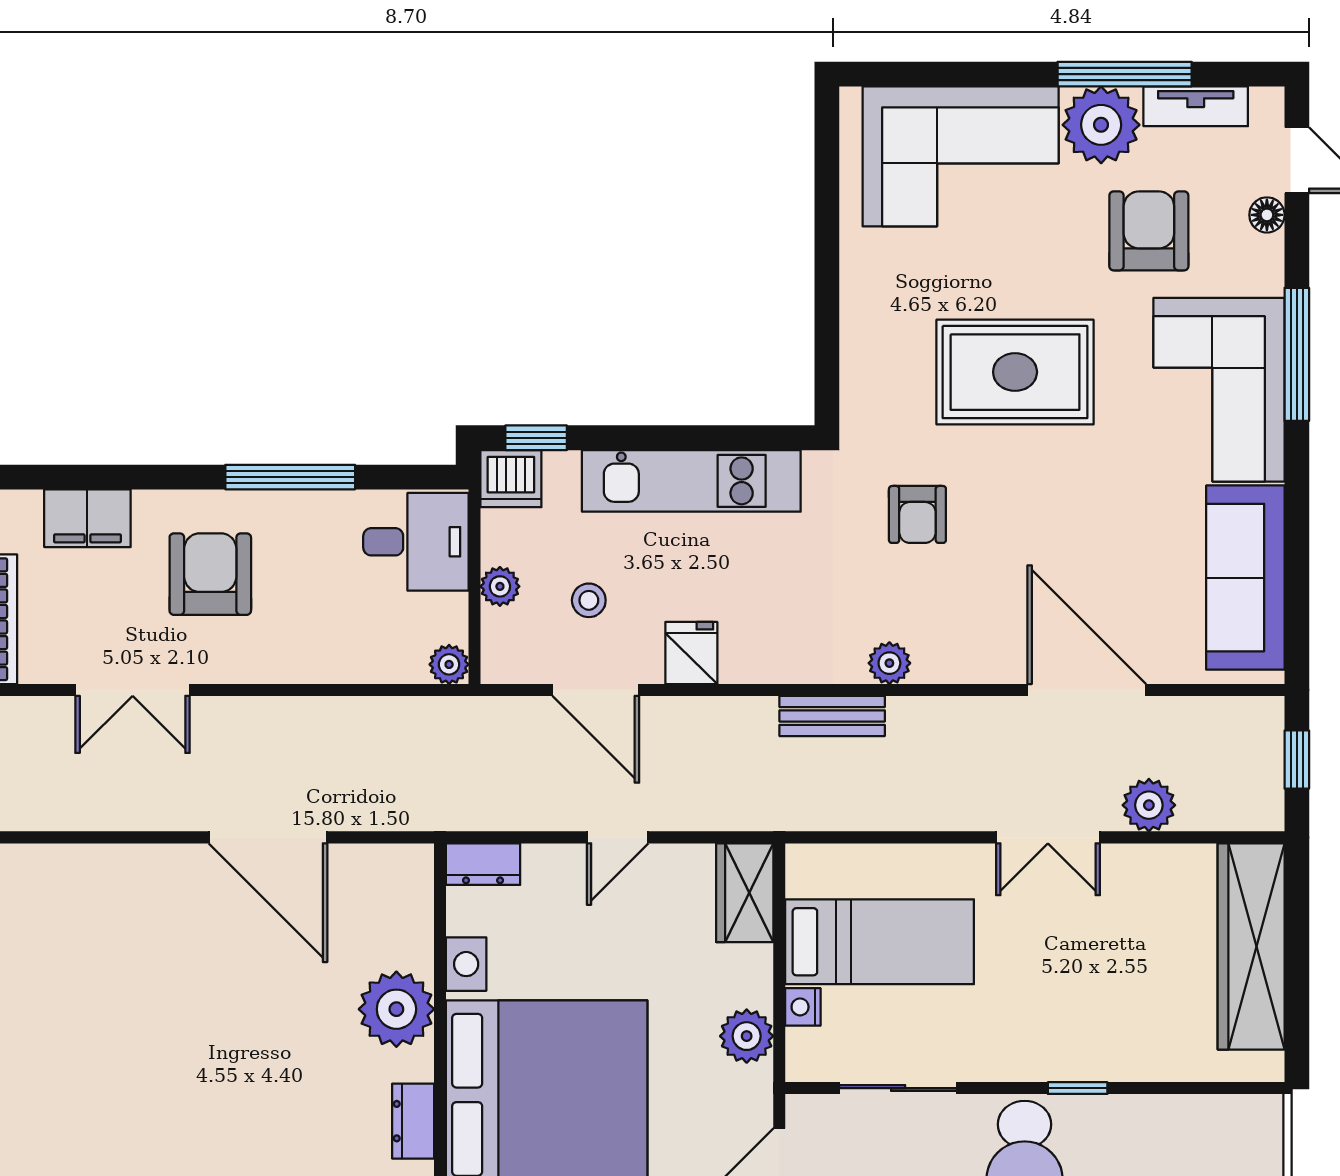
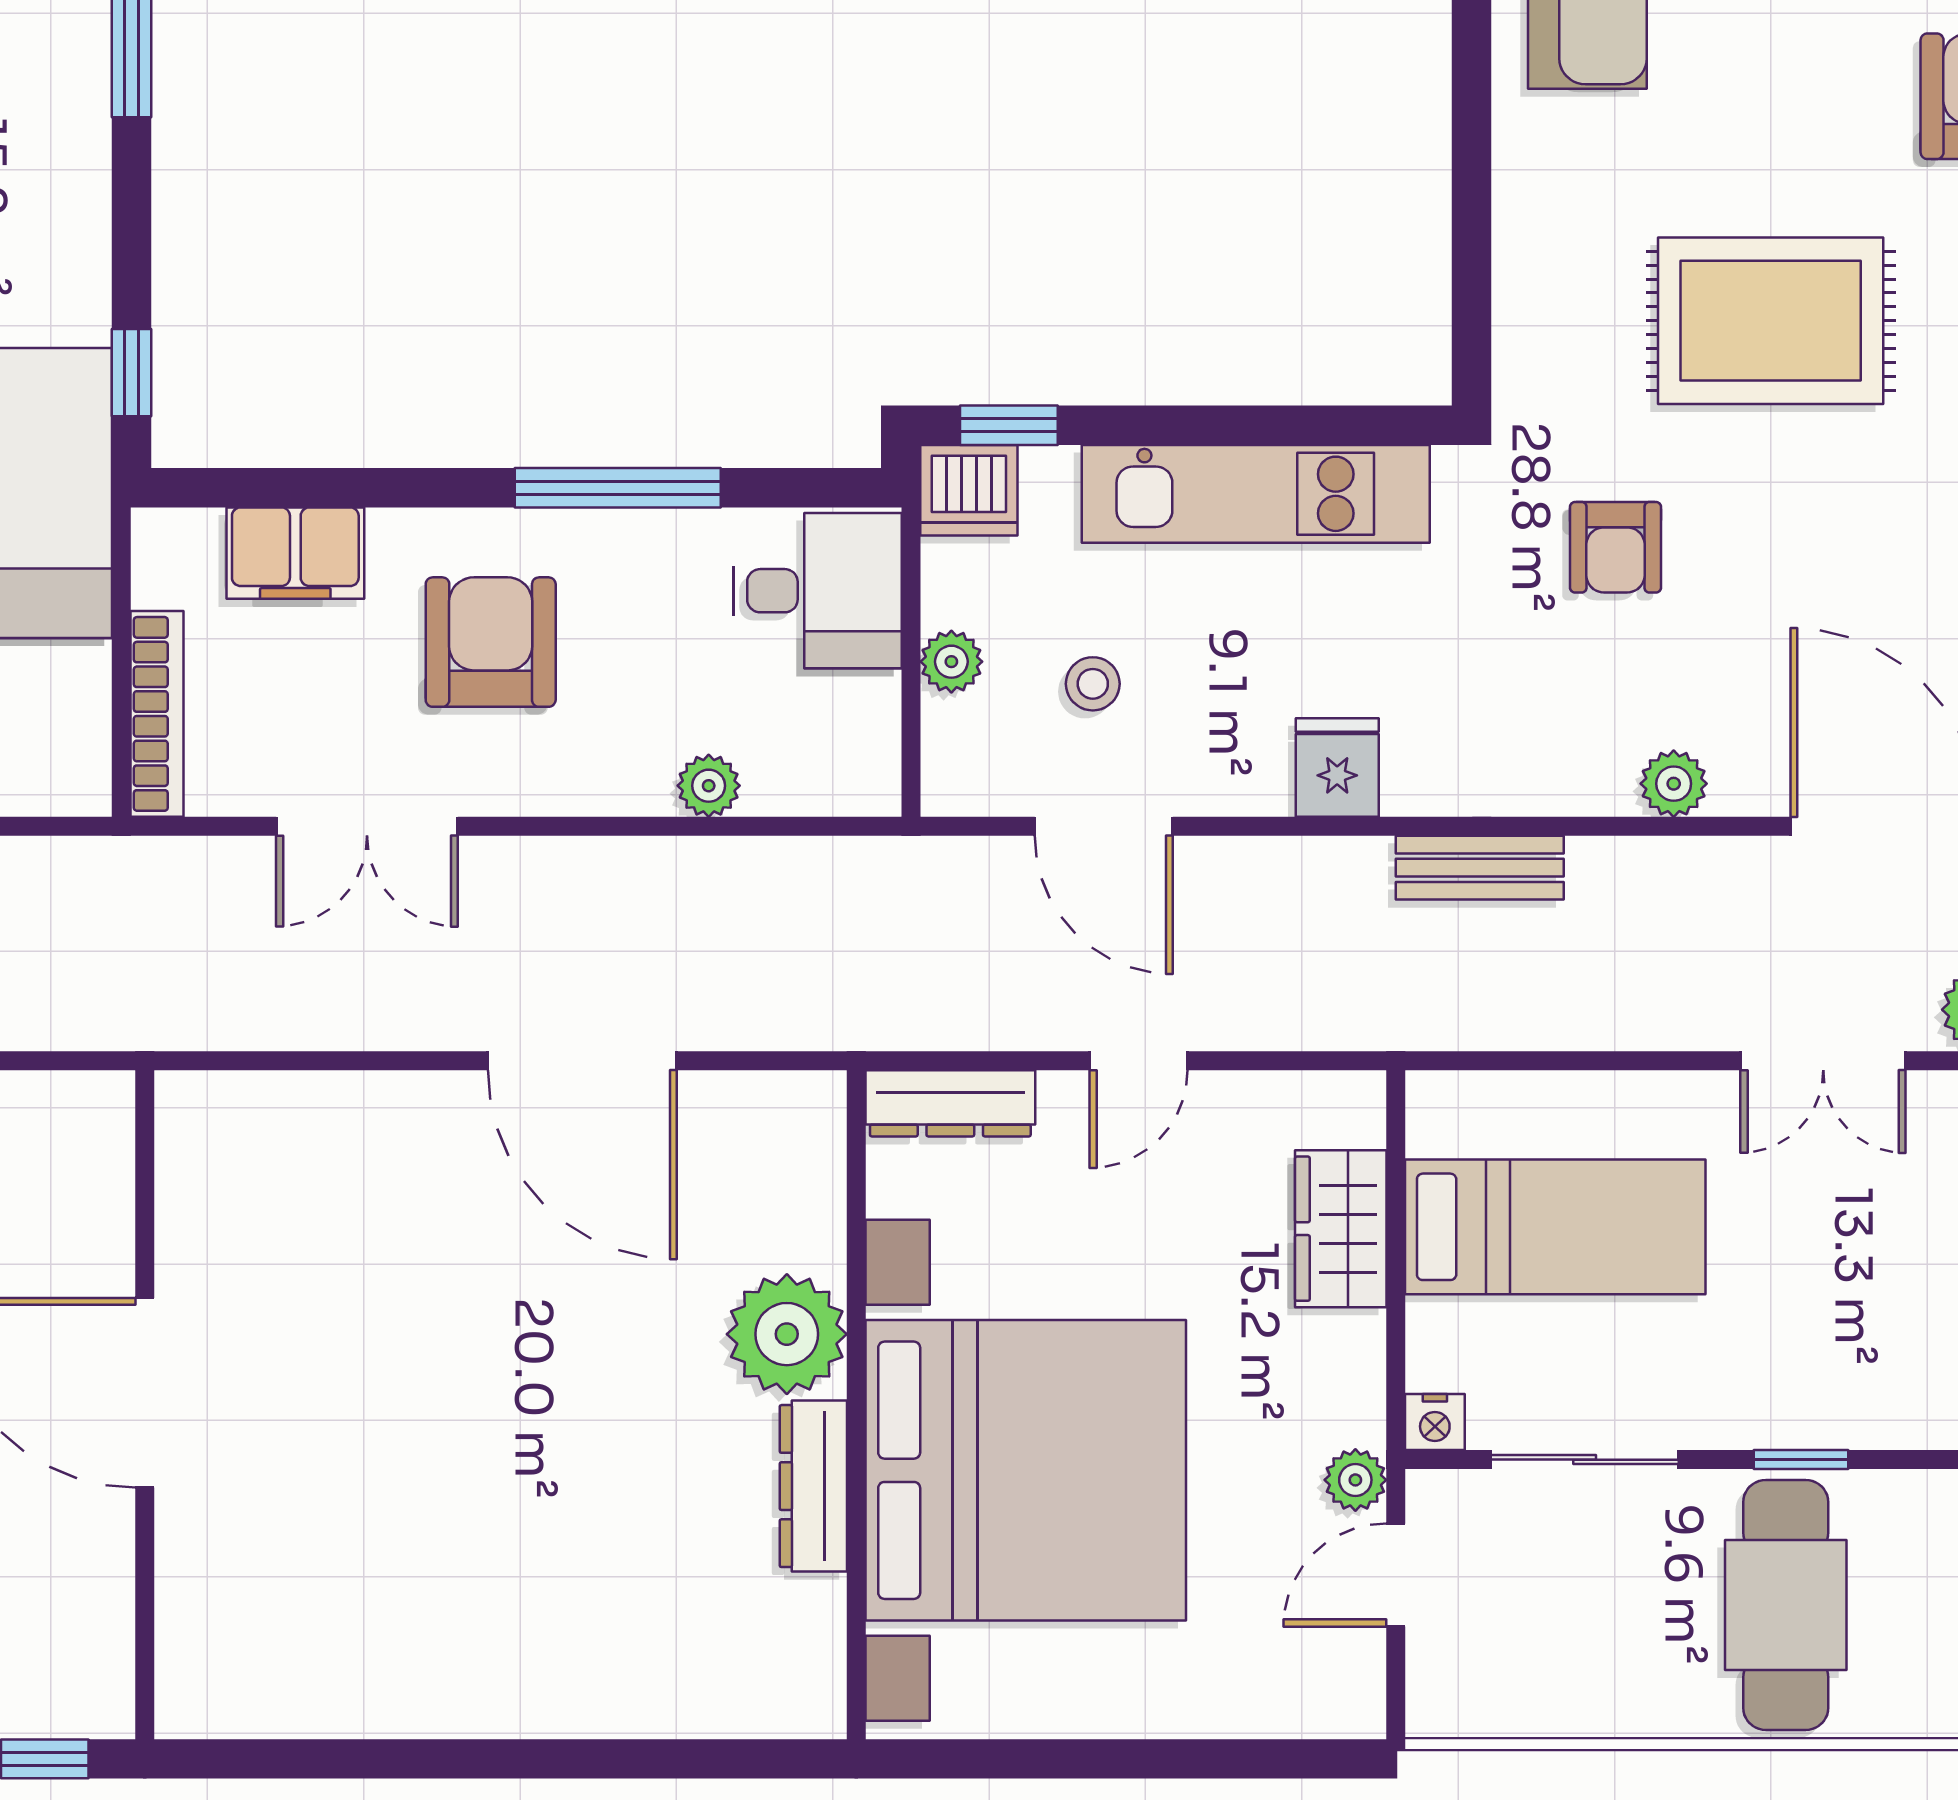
fridge: (691, 653) -> (1337, 768), moved
plant: (889, 663) -> (1674, 784), moved
plant: (449, 664) -> (709, 786), moved
dresser: (483, 864) -> (950, 1103), width x1.44
wardrobe: (745, 893) -> (1341, 1229), moved
nightstand: (803, 1007) -> (1435, 1422), moved, turned -90
plant: (747, 1036) -> (1355, 1480), moved, width x0.73, depth x0.73
window: (1078, 1088) -> (1801, 1460), moved
dresser: (413, 1121) -> (813, 1486), width x1.44

